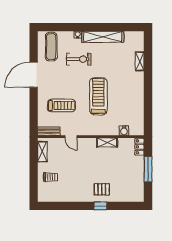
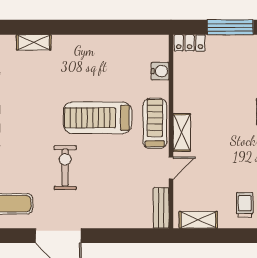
exercise bike: (79, 59) -> (65, 168), moved
treadmill: (61, 106) -> (155, 123), moved
shelving: (107, 143) -> (182, 132), moved

